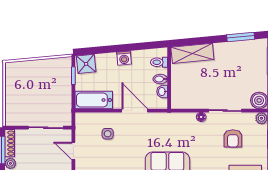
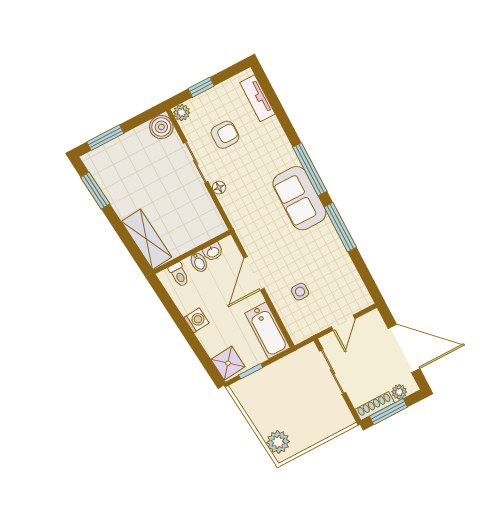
plant: (19, 69) -> (278, 442), added

